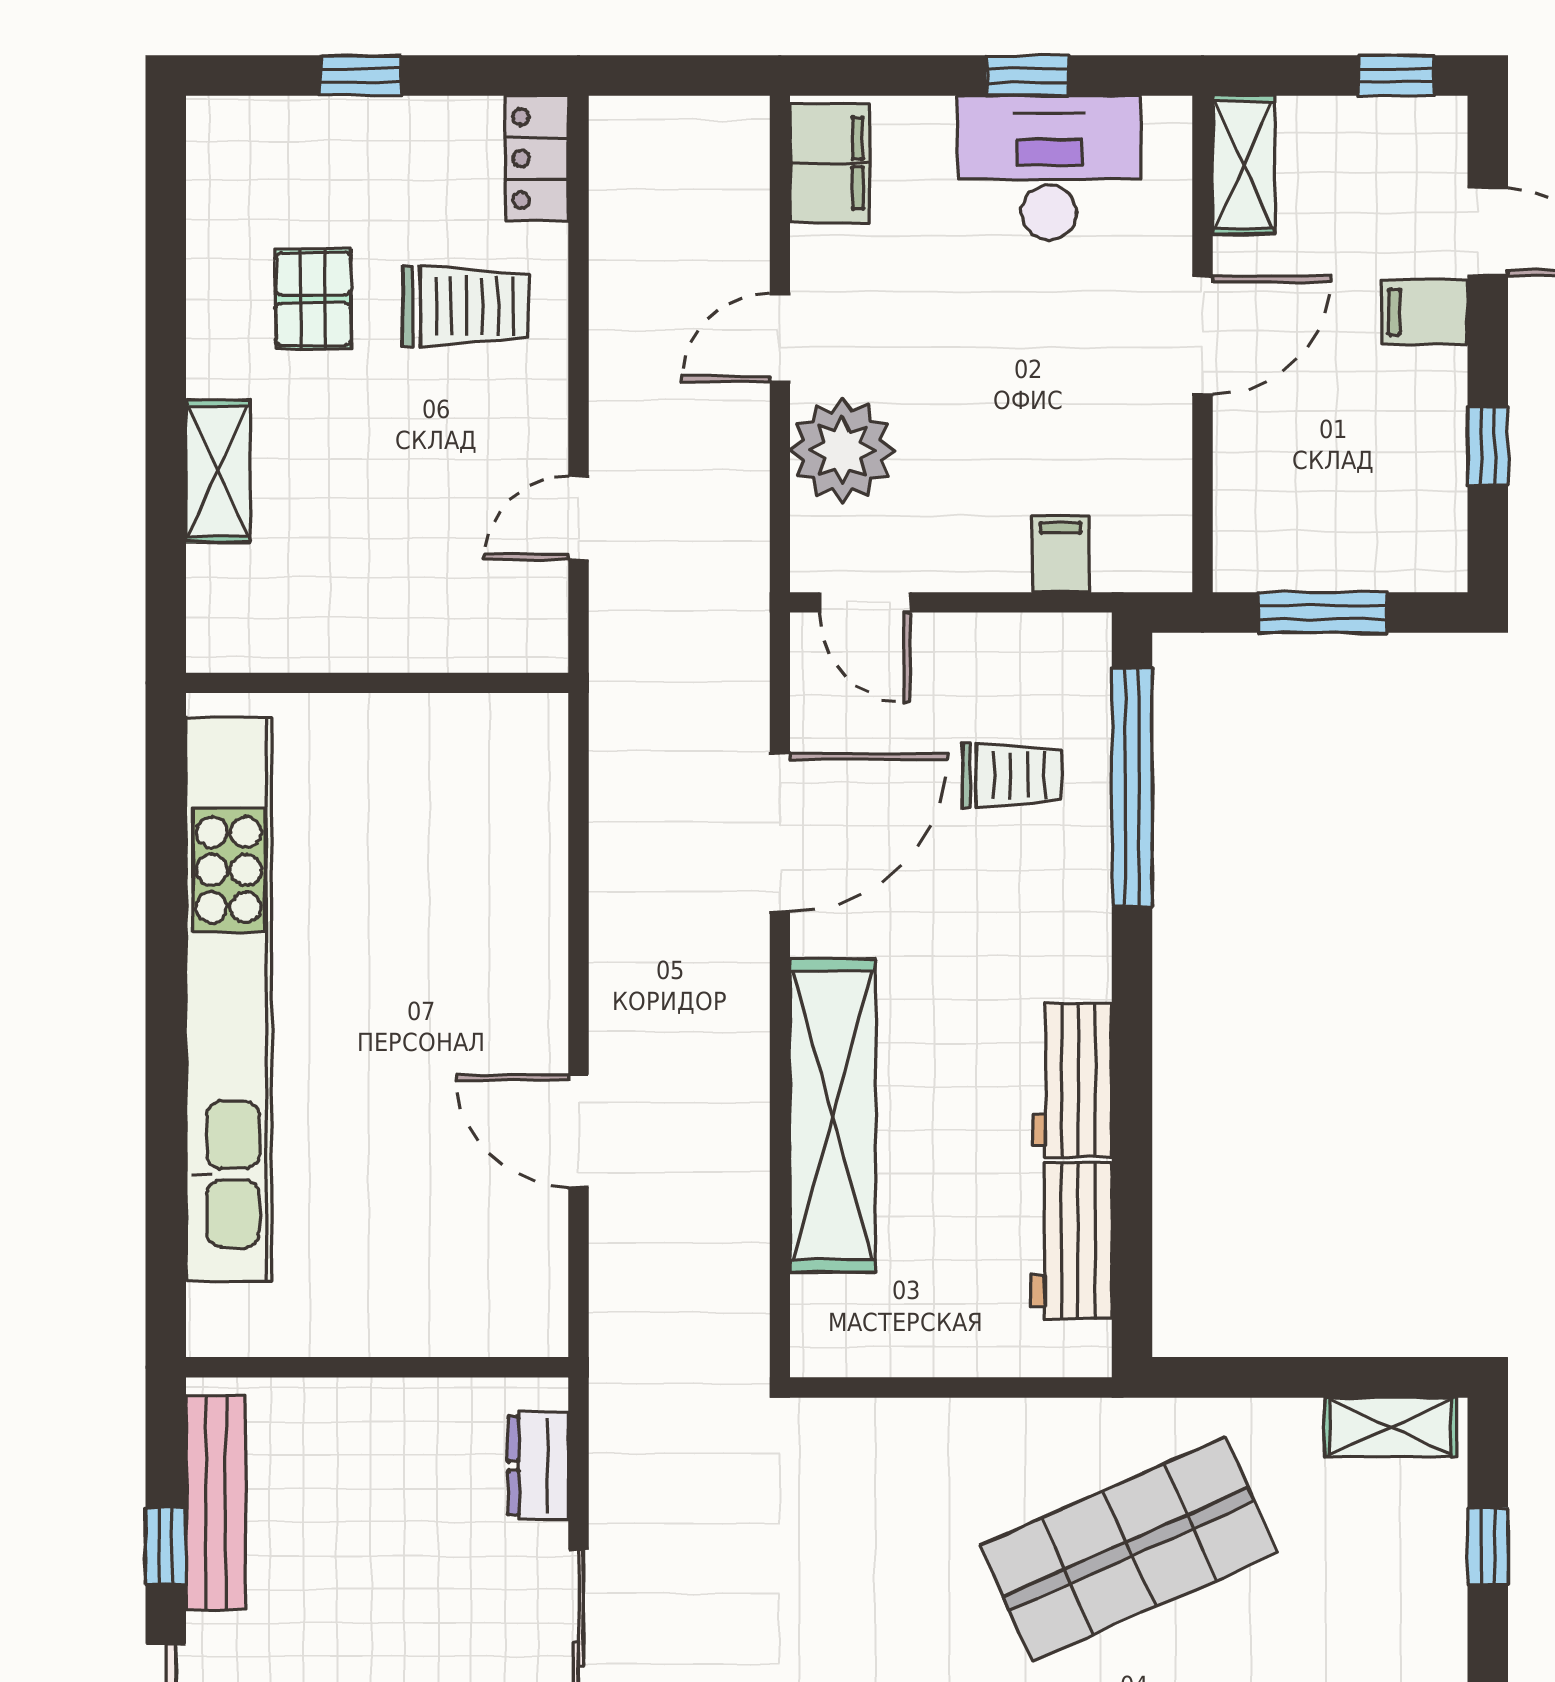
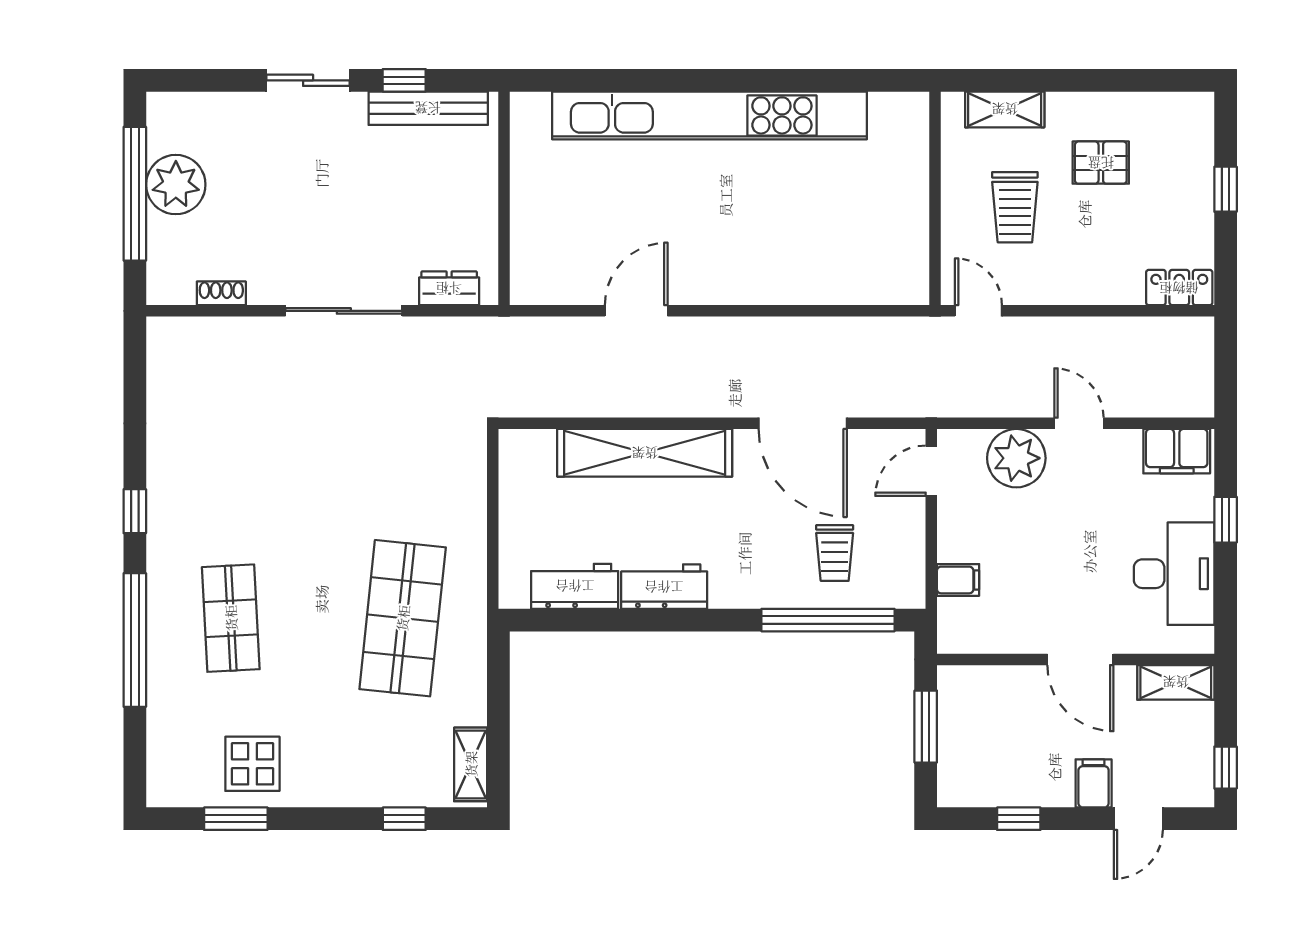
window: (1027, 76) -> (1226, 520), moved
trolley: (466, 306) -> (1015, 207), moved
wall: (377, 683) -> (935, 198), moved
shop shelf: (1129, 1549) -> (403, 618), turned 30

